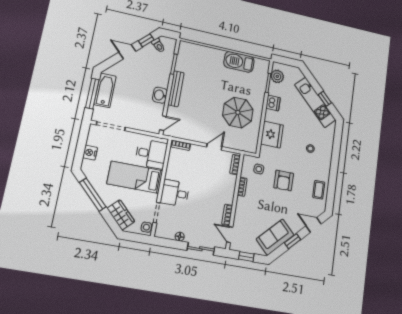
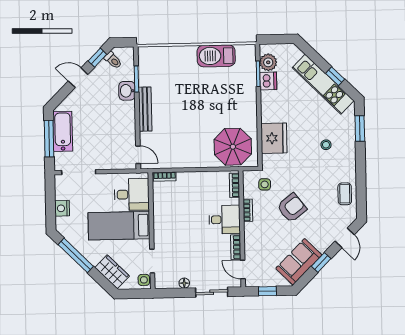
washbasin: (160, 95) -> (127, 91), moved
dishwasher: (273, 103) -> (268, 81), moved
parasol: (238, 112) -> (233, 147), moved
door: (163, 123) -> (138, 155), hinge flipped
window: (337, 142) -> (360, 129), added
door: (214, 147) -> (205, 169), removed
armchair: (284, 181) -> (292, 208), moved, turned -128
desk: (175, 193) -> (225, 220), moved, turned 180
door: (314, 225) -> (345, 238), swing flipped

